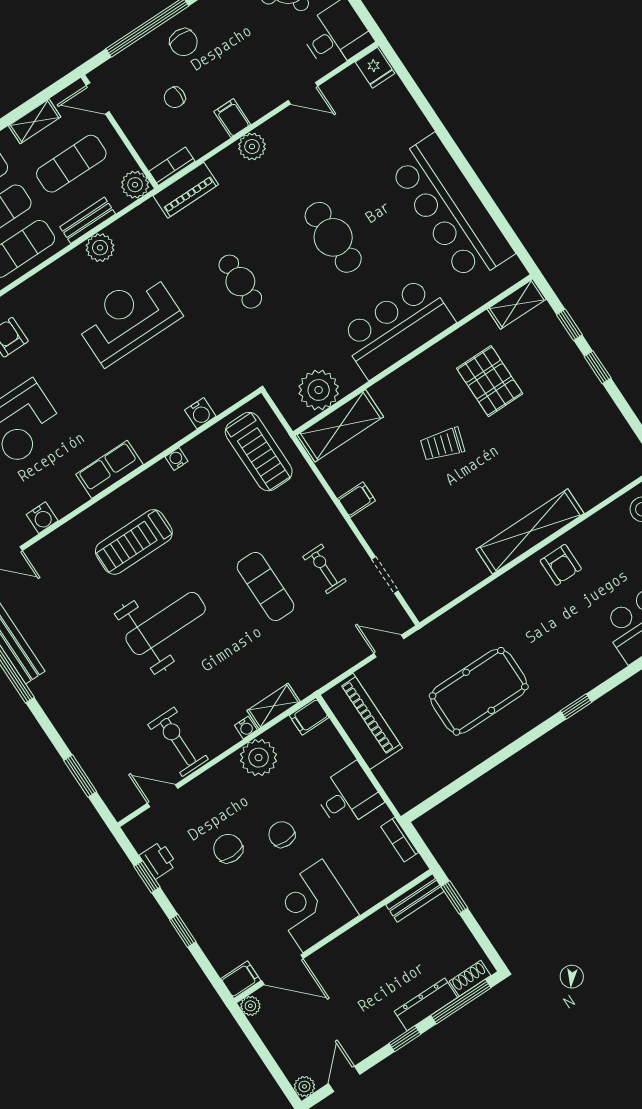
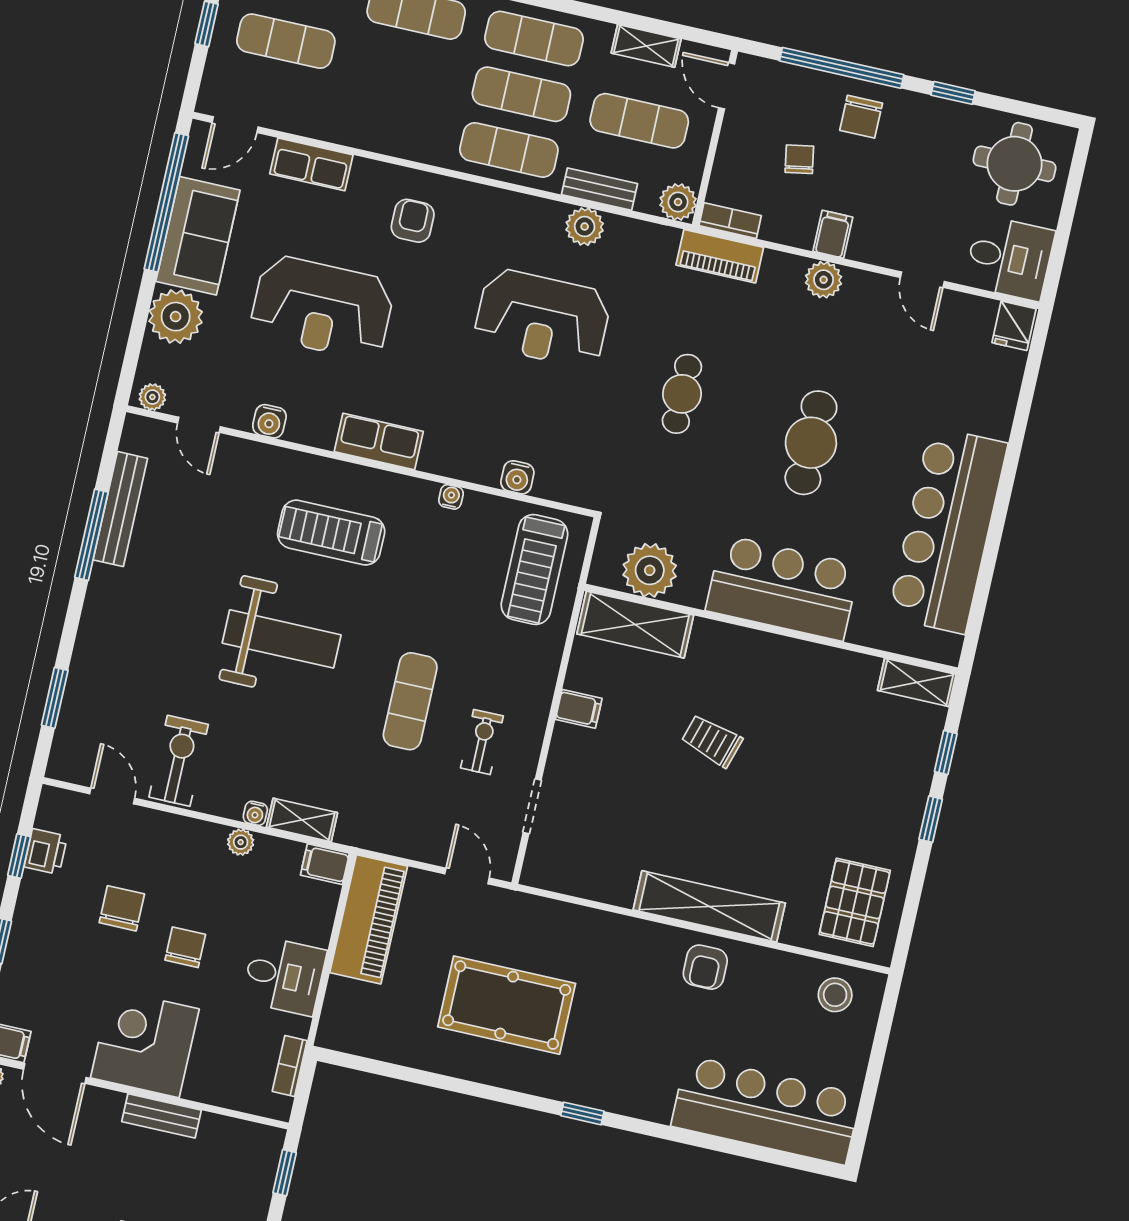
chair: (175, 97) -> (799, 159), turned 80
reception desk: (128, 318) -> (542, 318), turned 180
pallet: (490, 381) -> (855, 902), moved
plant: (259, 758) -> (241, 842), width x0.53, depth x0.53
bench: (415, 898) -> (161, 1116), moved

